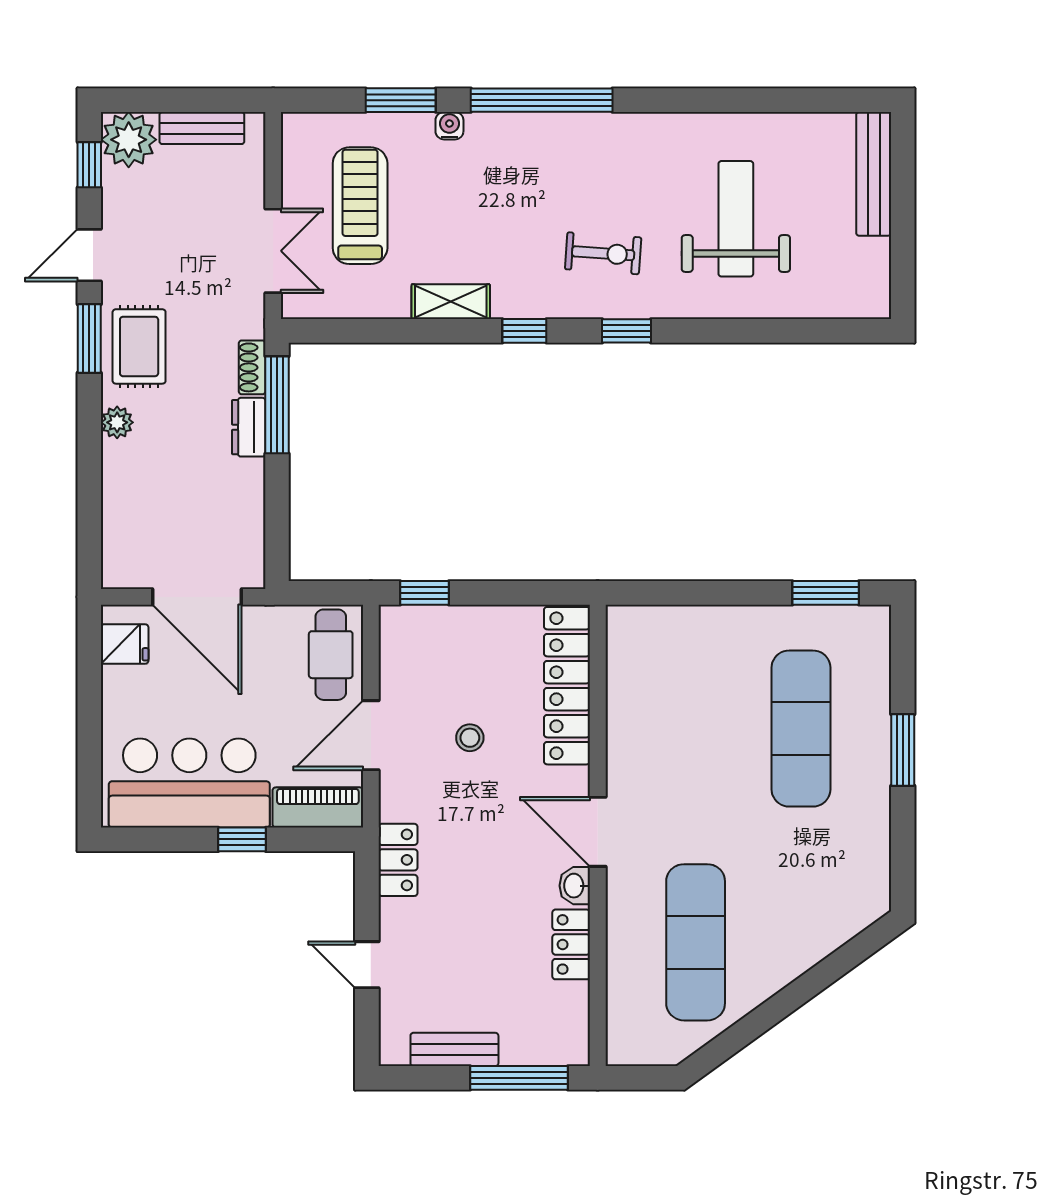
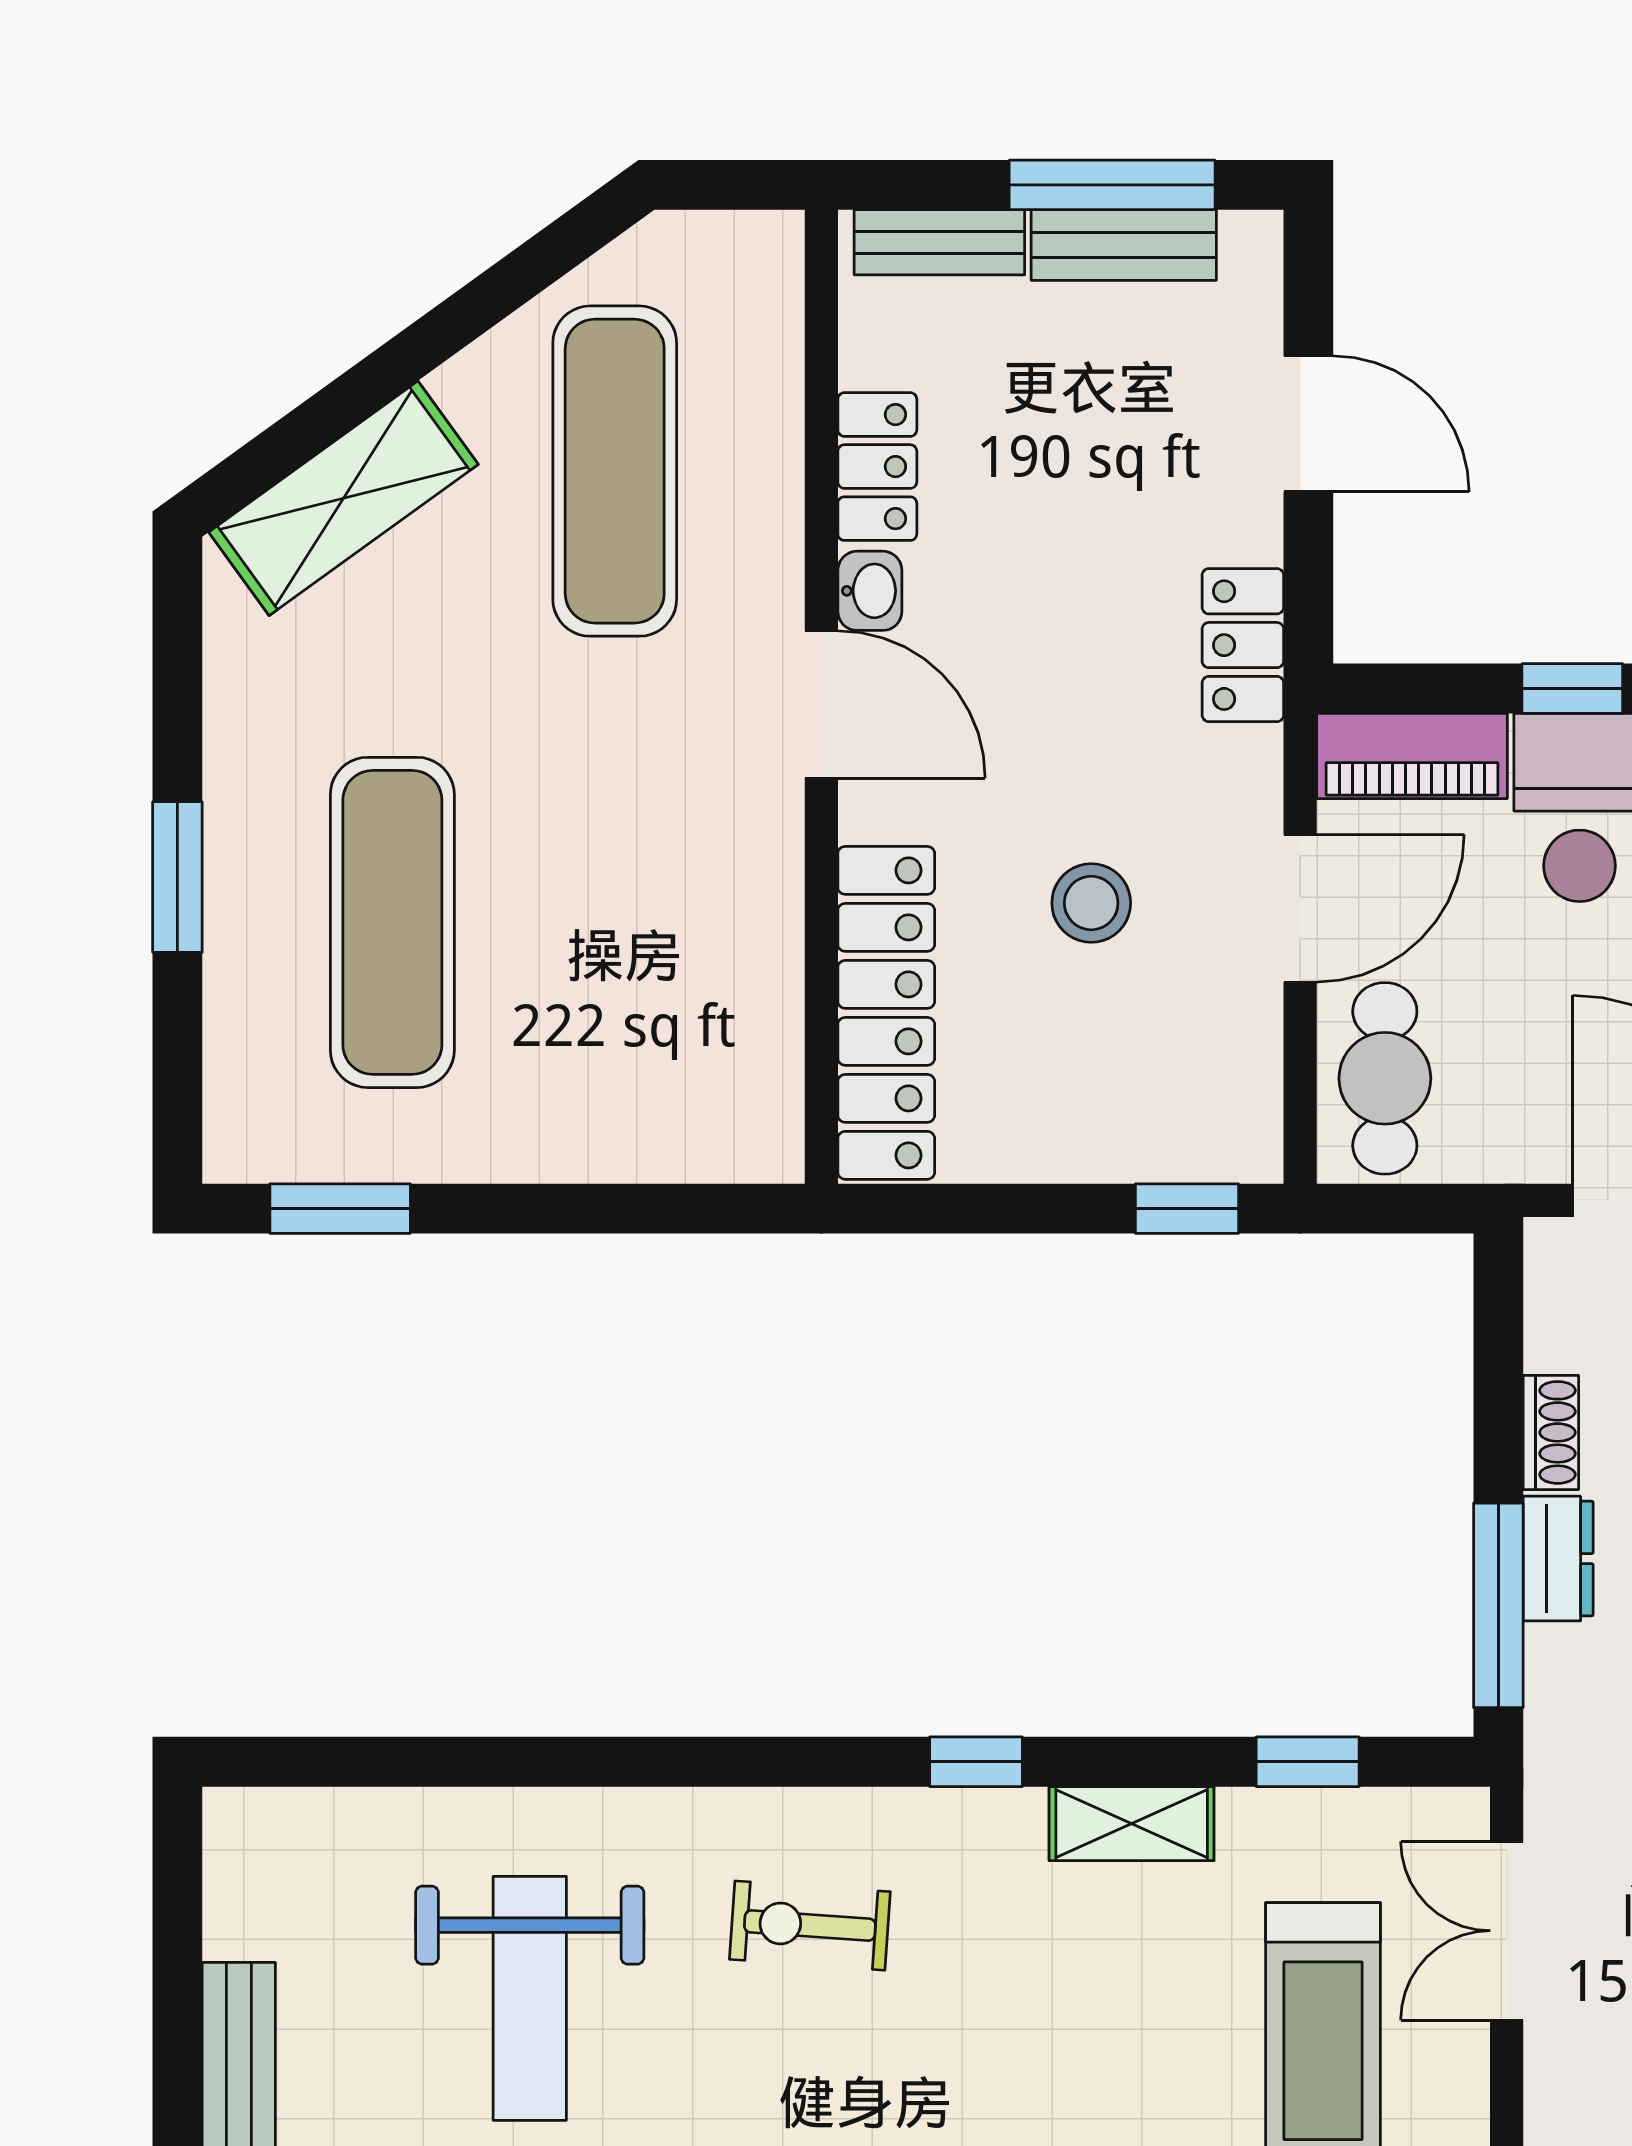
window: (626, 331) -> (1308, 1762), moved
shoe rack: (252, 367) -> (1551, 1432), moved
stool: (470, 738) -> (1091, 903), width x1.37, depth x1.37
shelving: (824, 929) -> (344, 498), added
door: (367, 965) -> (1308, 424), width x1.38
bench: (542, 1051) -> (939, 242), added
window: (519, 1078) -> (1112, 185), moved

